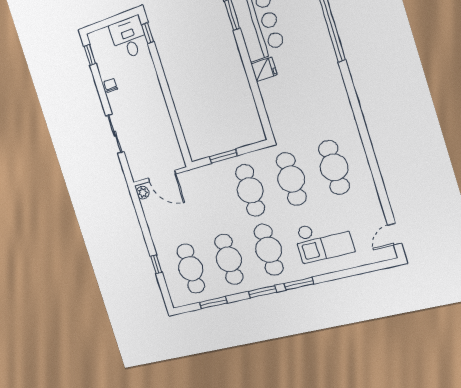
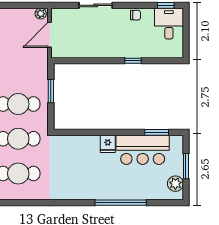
window: (148, 33) -> (133, 61), moved
desk: (129, 38) -> (169, 24), moved, turned -90

